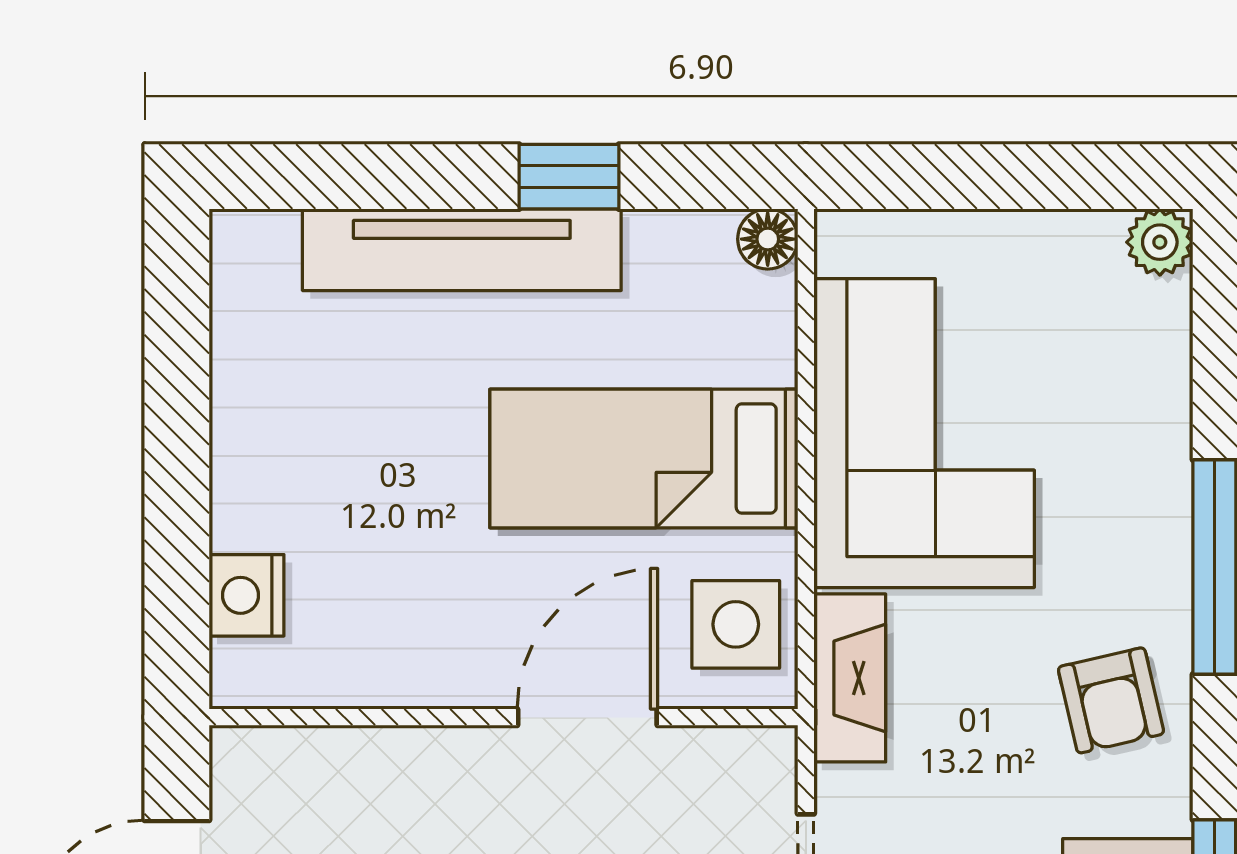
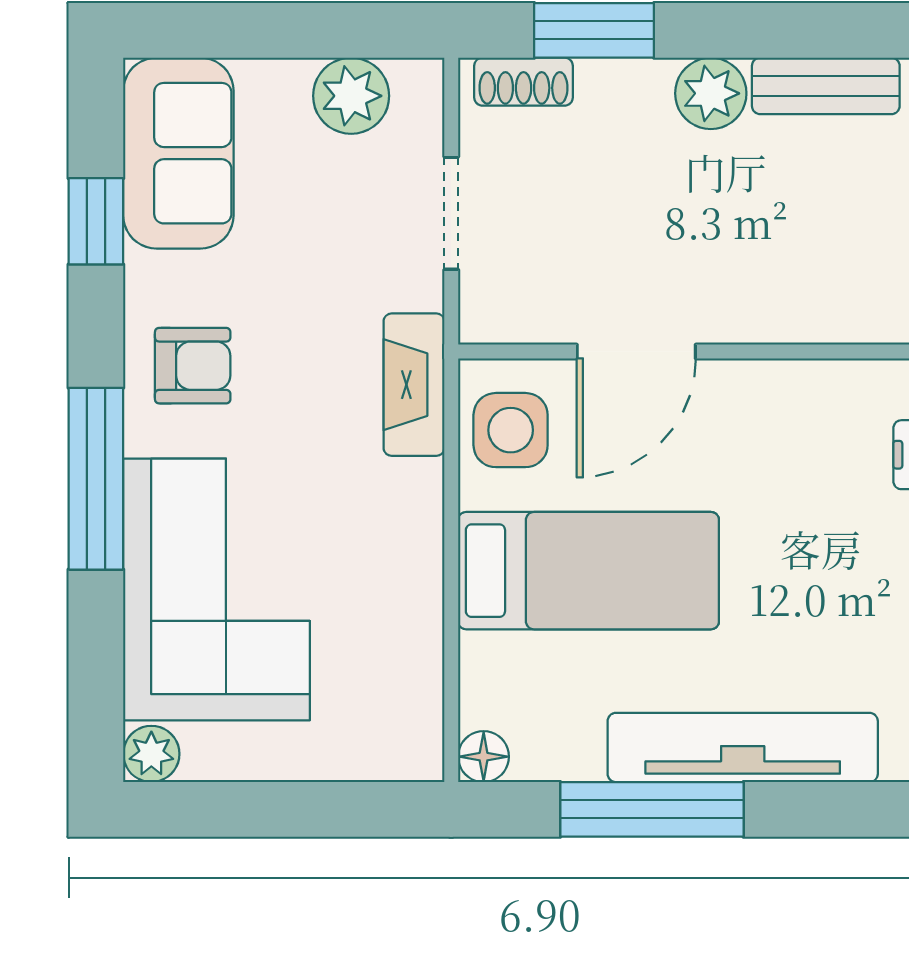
window: (569, 177) -> (652, 809), width x2.17
corner sofa: (924, 433) -> (217, 589), moved, turned 180
armchair: (1111, 700) -> (193, 366), turned 103

